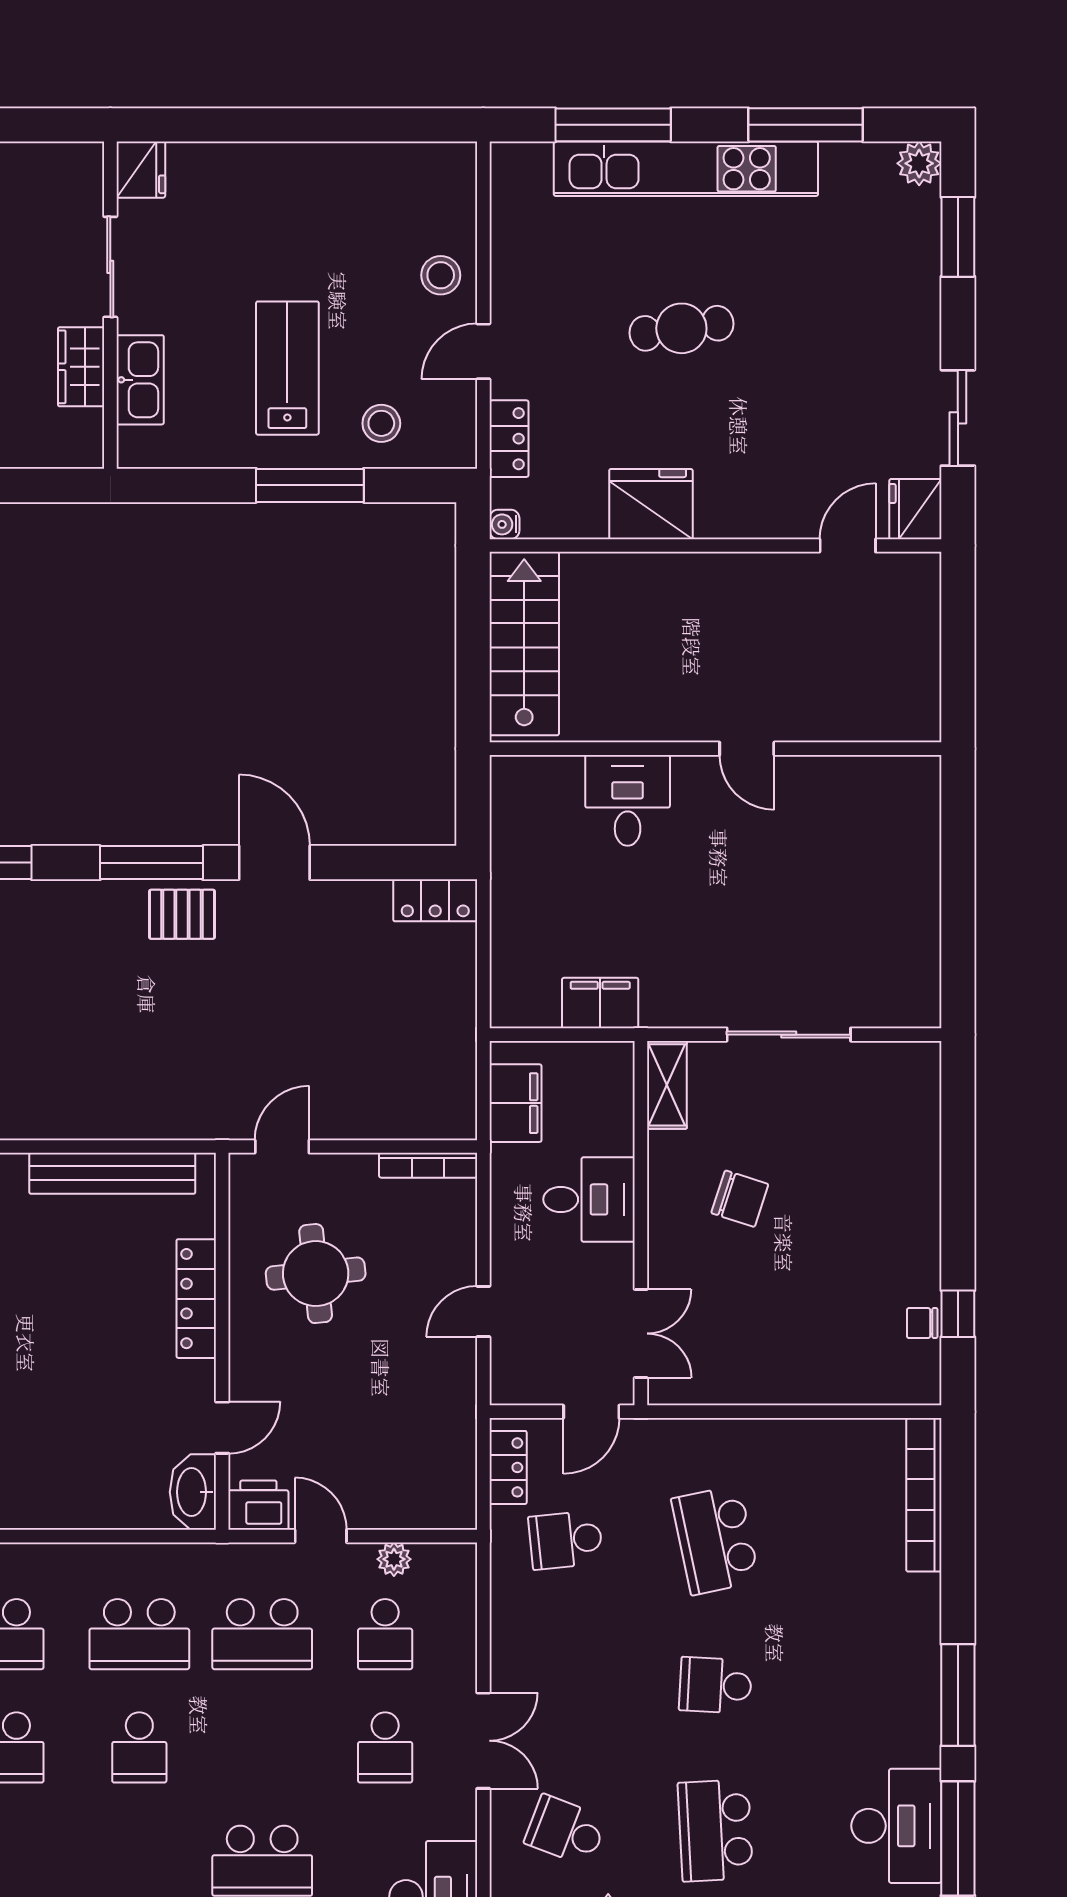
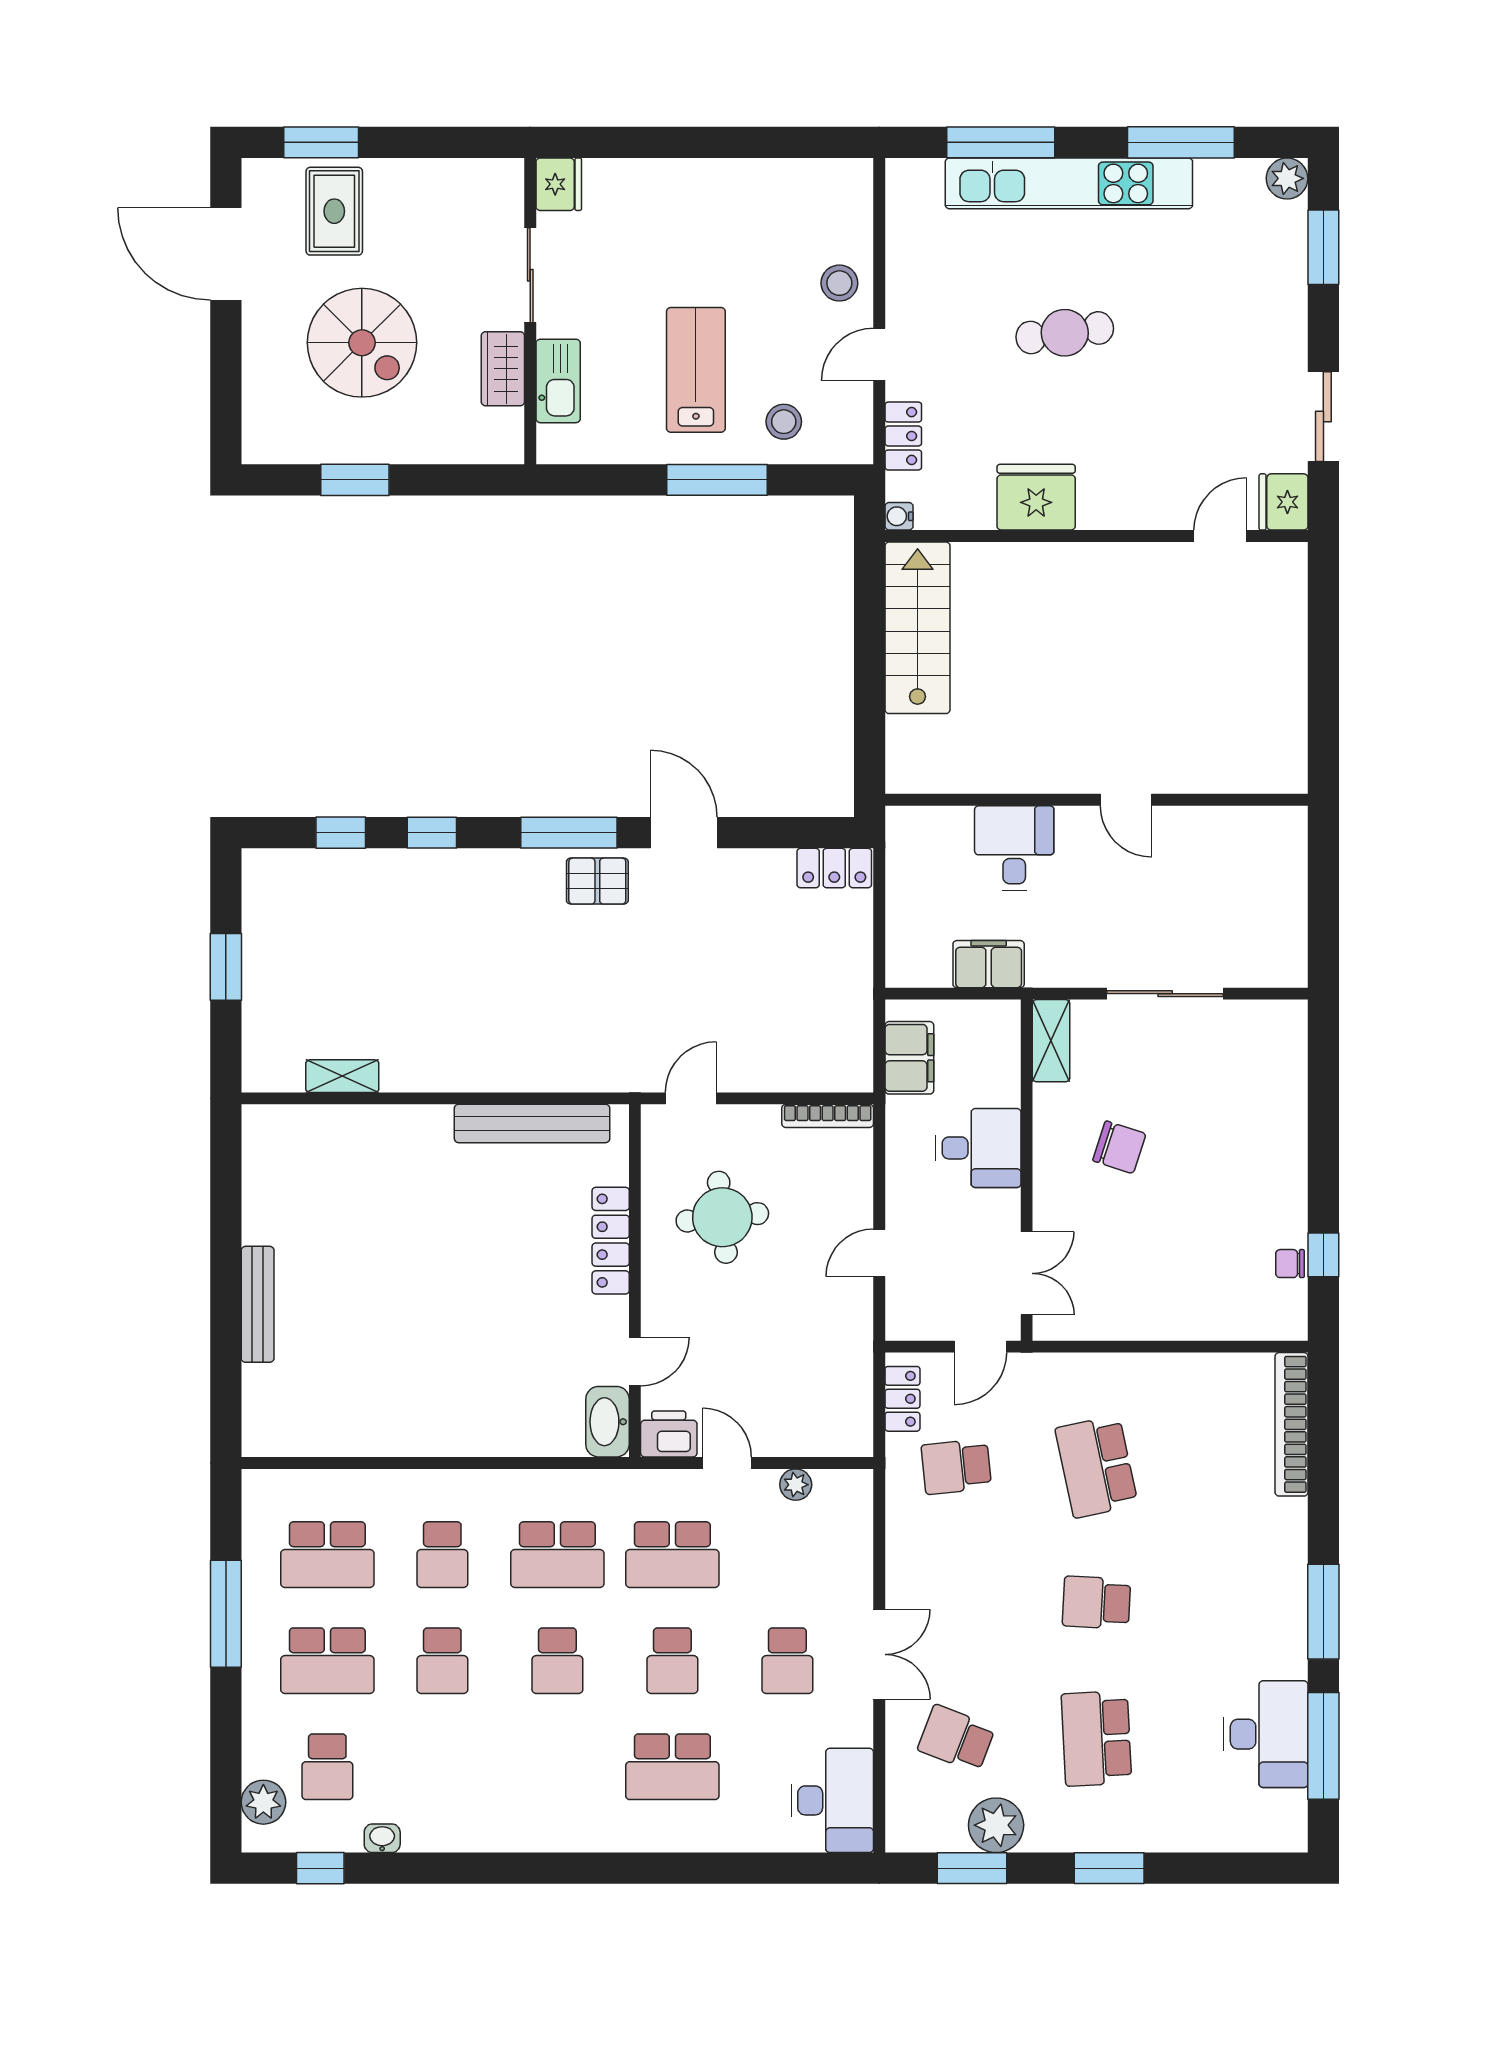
wall: (715, 749) -> (1096, 800), moved
door: (747, 749) -> (1126, 800), moved
desk: (628, 800) -> (1014, 848), moved
school desk: (385, 1634) -> (672, 1661), moved

